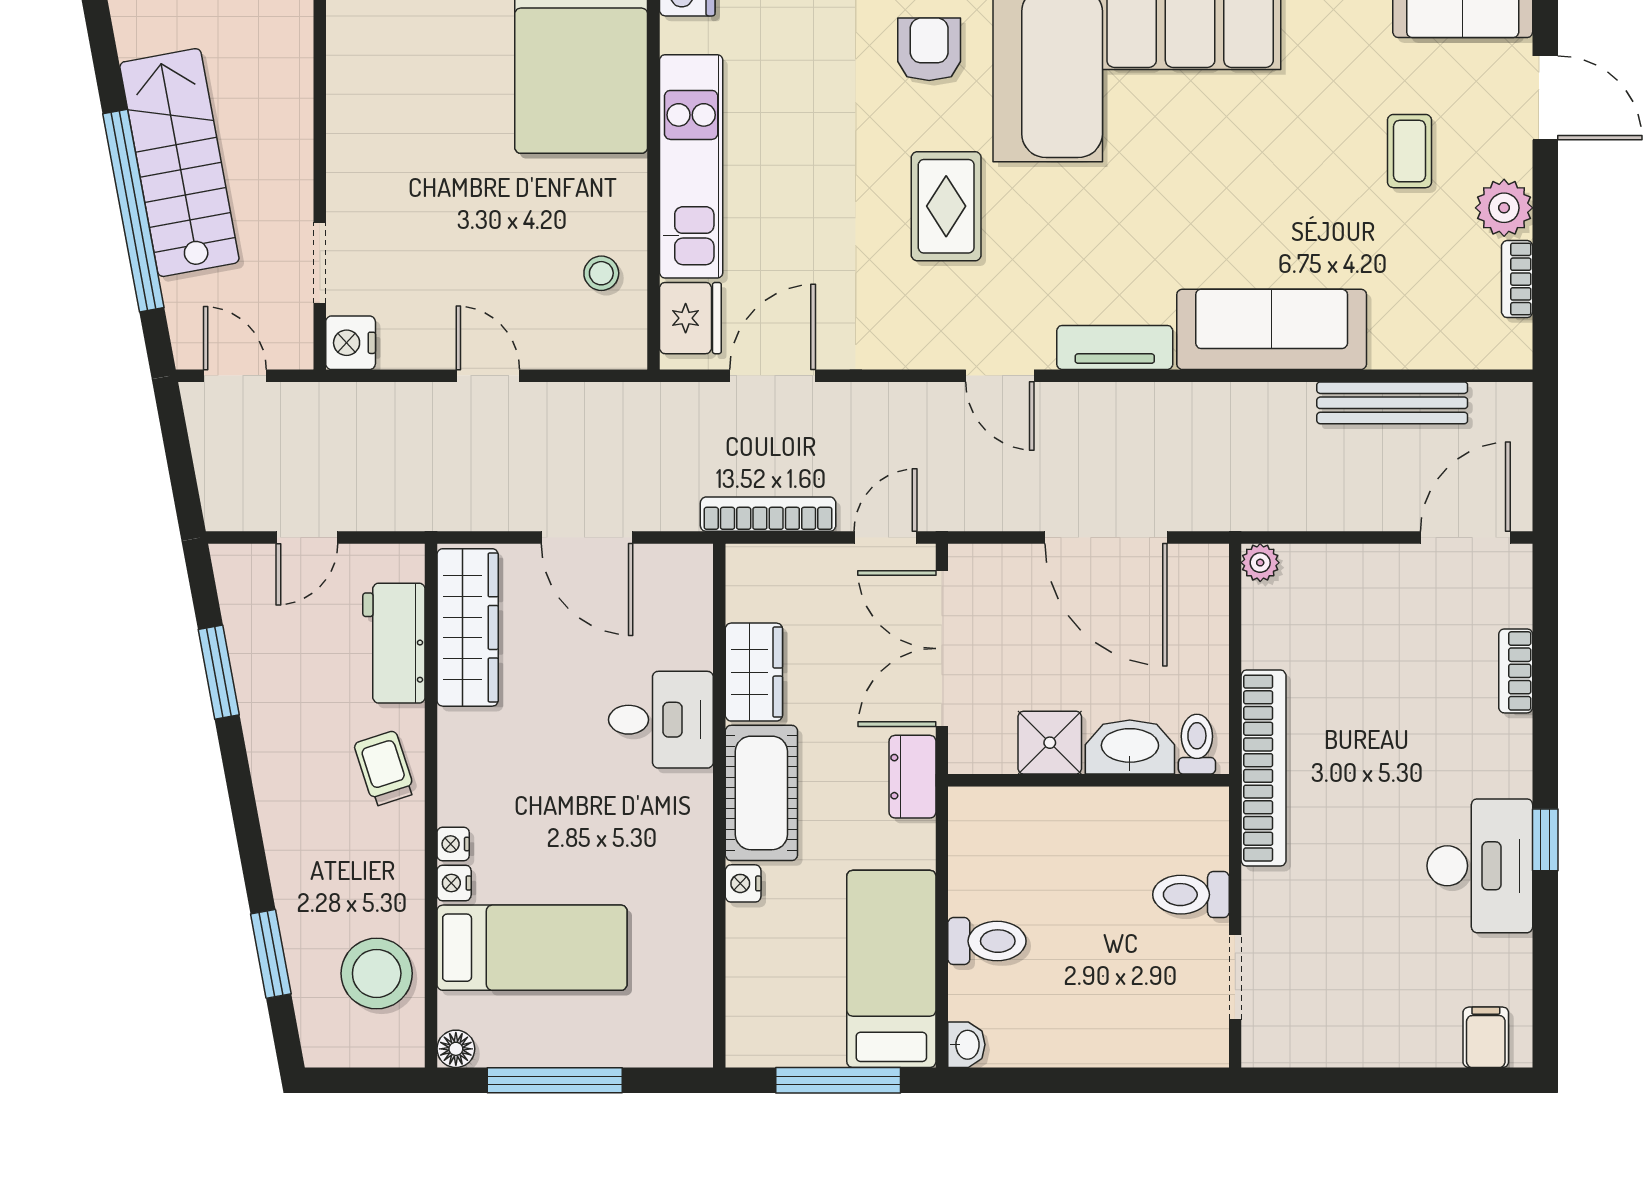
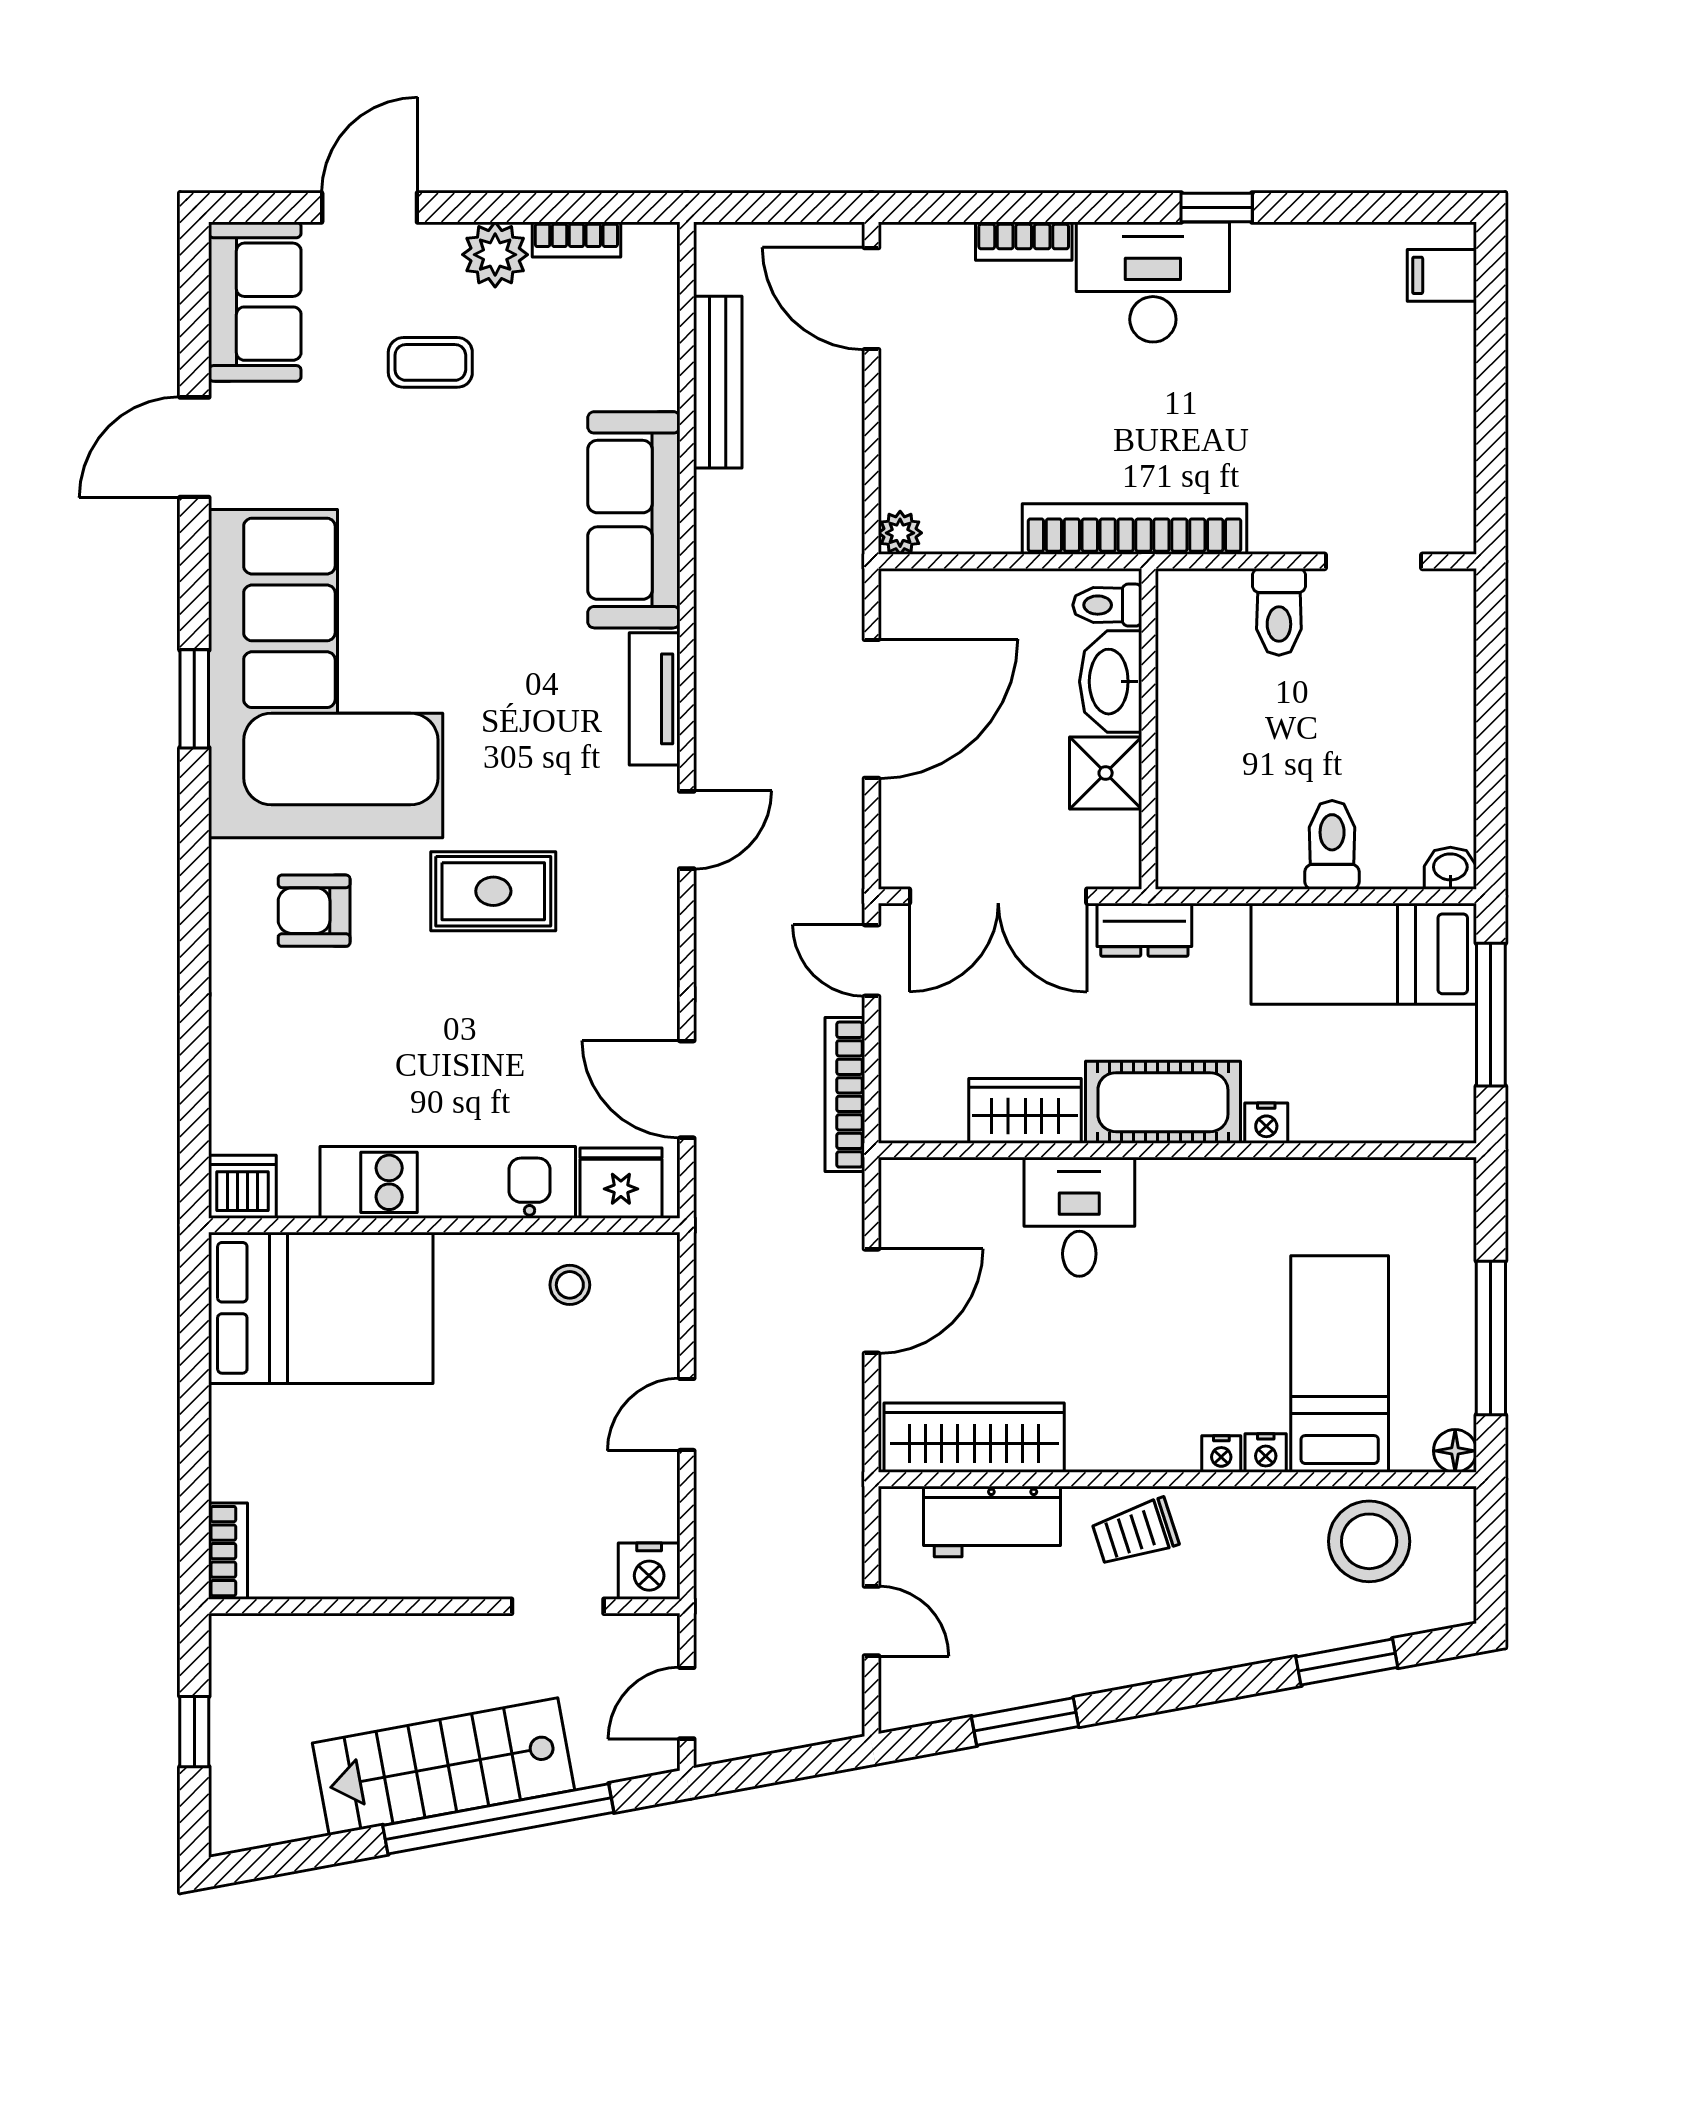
desk: (1480, 866) -> (1153, 282), moved

